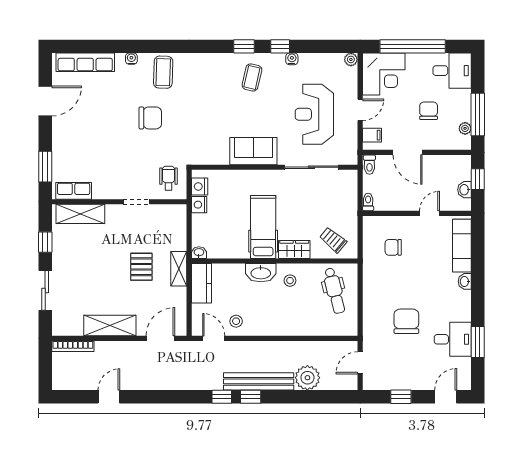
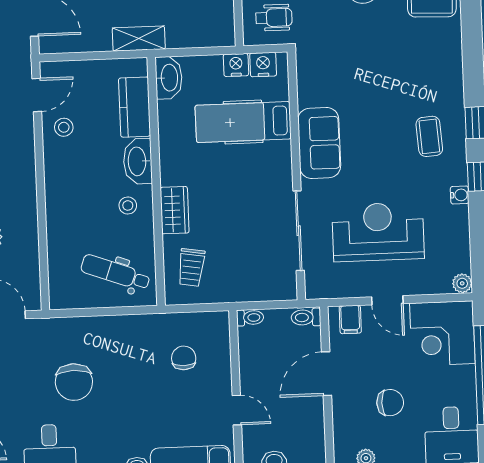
coffee table: (252, 77) -> (429, 136), turned 73
hospital bed: (263, 227) -> (243, 122), moved, turned 180
trolley: (333, 240) -> (191, 267), turned 149
washbasin: (199, 253) -> (169, 78), width x1.91, depth x1.45
kitchen counter: (202, 283) -> (135, 107), moved, turned 90
dental chair: (334, 291) -> (115, 273), turned 34
chair: (406, 321) -> (74, 382), turned 90

